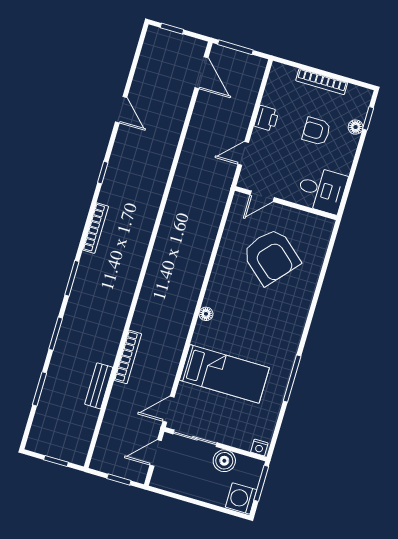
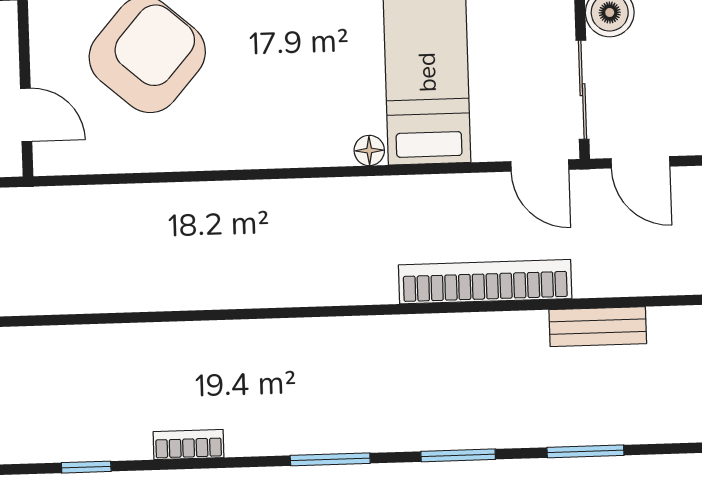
bookcase: (96, 228) -> (188, 445), width x0.64
floor lamp: (206, 314) -> (369, 150), moved
bookcase: (128, 357) -> (485, 282), width x1.48, depth x1.31
bench: (99, 386) -> (598, 327), moved

